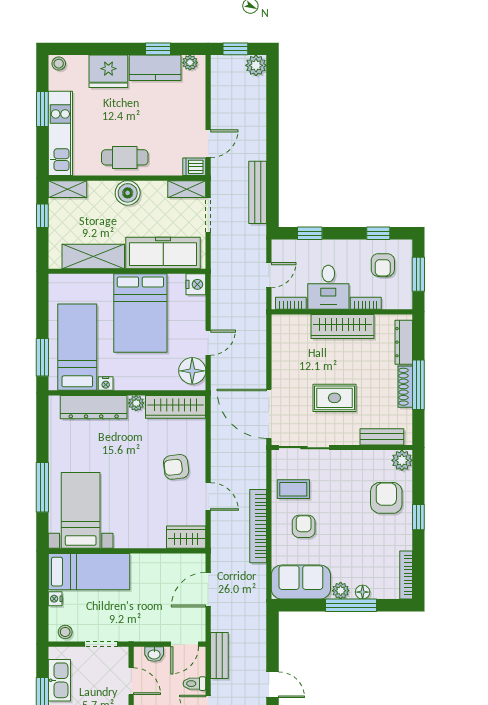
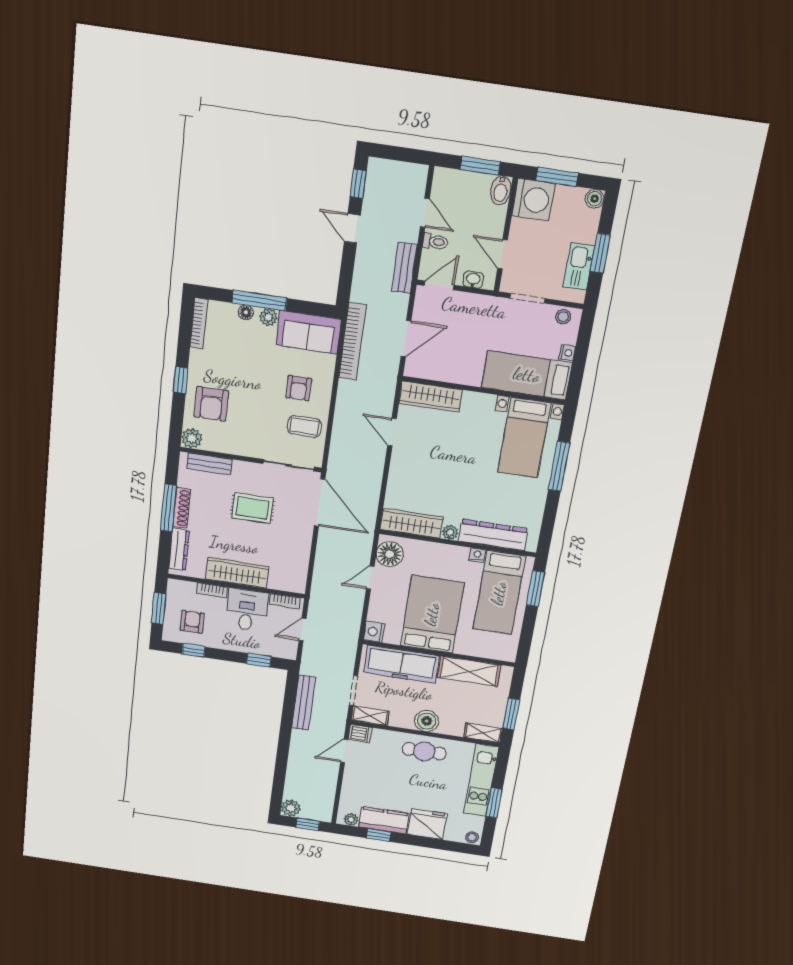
window: (42, 216) -> (511, 714), width x1.50
armchair: (176, 467) -> (420, 466), removed
bookcase: (258, 526) -> (353, 341), moved
wardrobe: (186, 537) -> (431, 397), width x1.50

